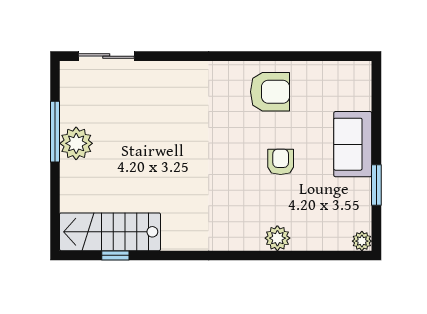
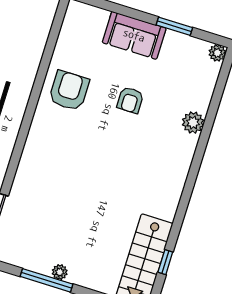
plant: (76, 143) -> (60, 272), width x0.53, depth x0.53
armchair: (281, 162) -> (130, 100), turned -90

